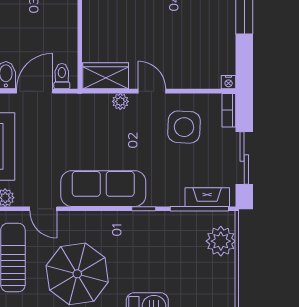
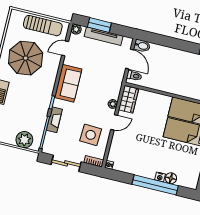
sofa: (103, 189) -> (68, 83), width x0.73
fireplace: (207, 197) -> (54, 120), moved

